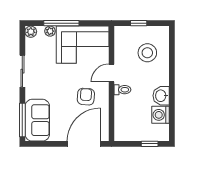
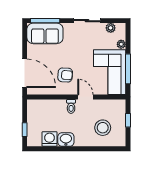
window: (61, 23) -> (128, 69), moved
plant: (31, 32) -> (111, 28), moved

